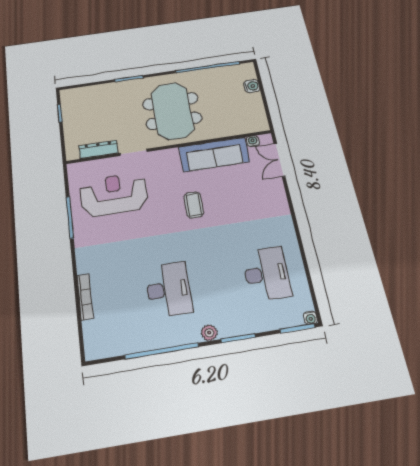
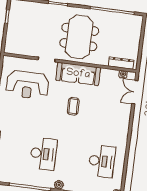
water cooler: (252, 86) -> (136, 34), removed
dresser: (98, 149) -> (121, 63), moved
sofa: (214, 154) -> (78, 74), moved
reception desk: (114, 195) -> (27, 85), turned 180

